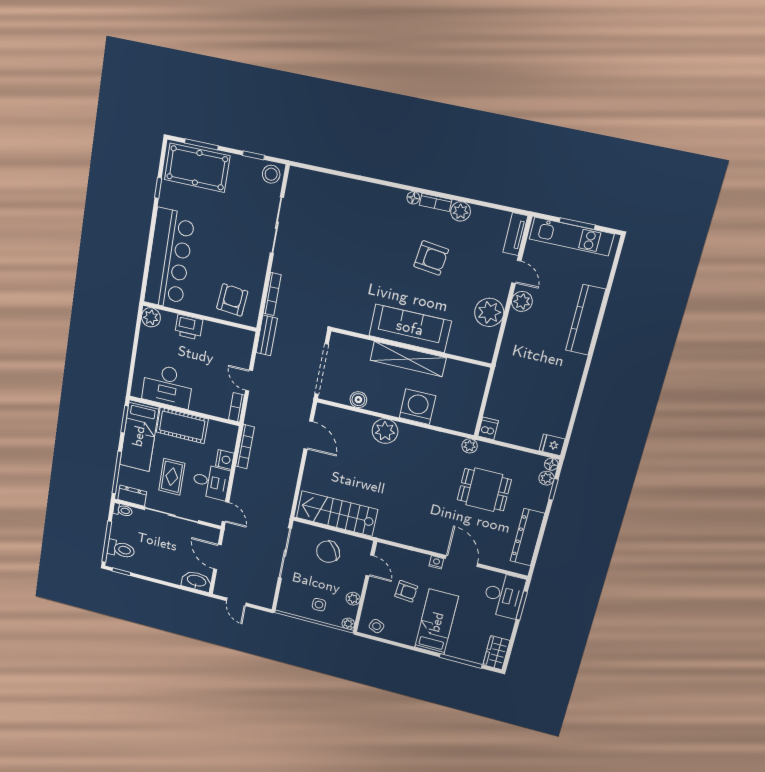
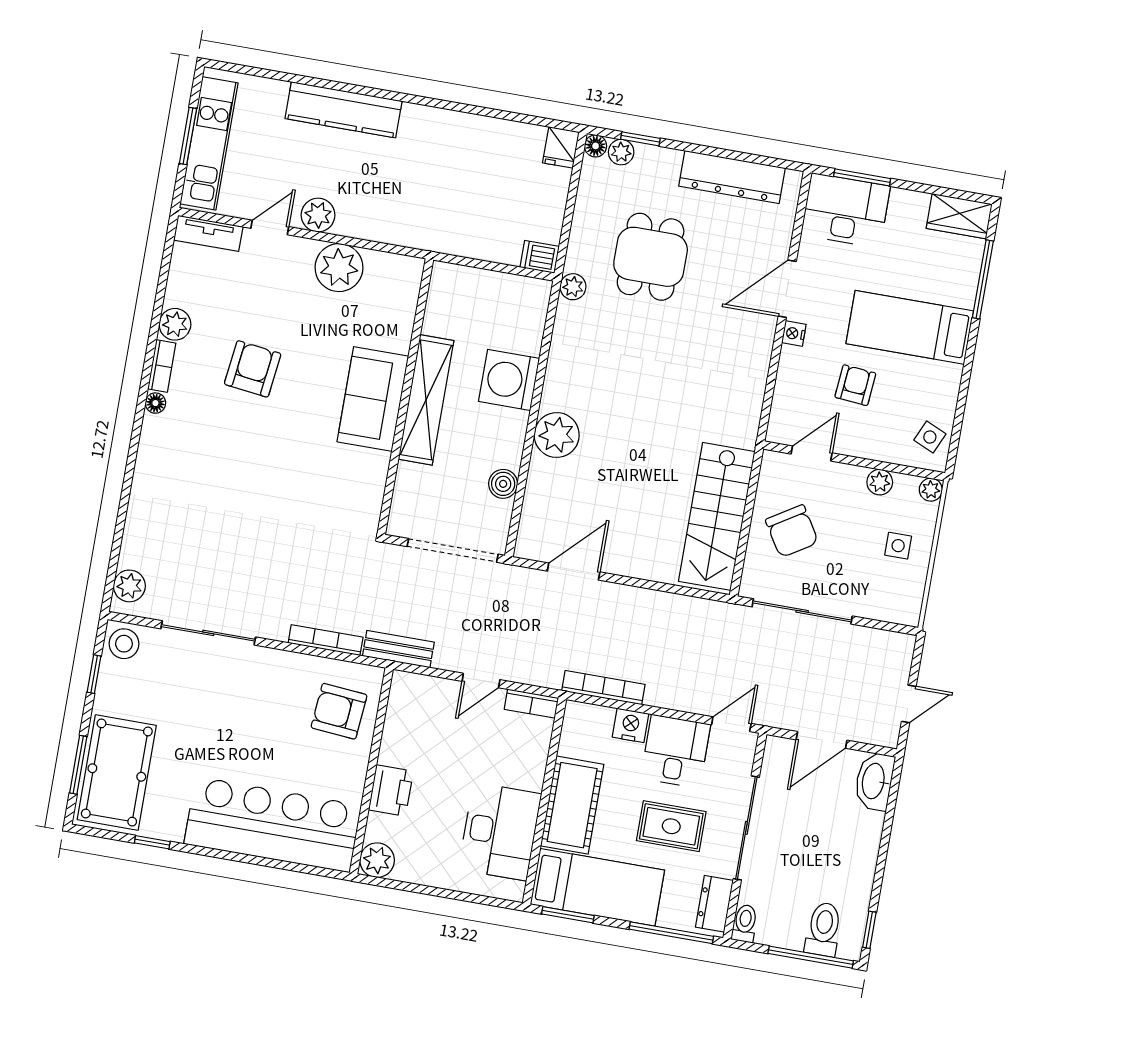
plant: (305, 178) -> (129, 586), added
sofa: (410, 328) -> (373, 399), width x0.73

